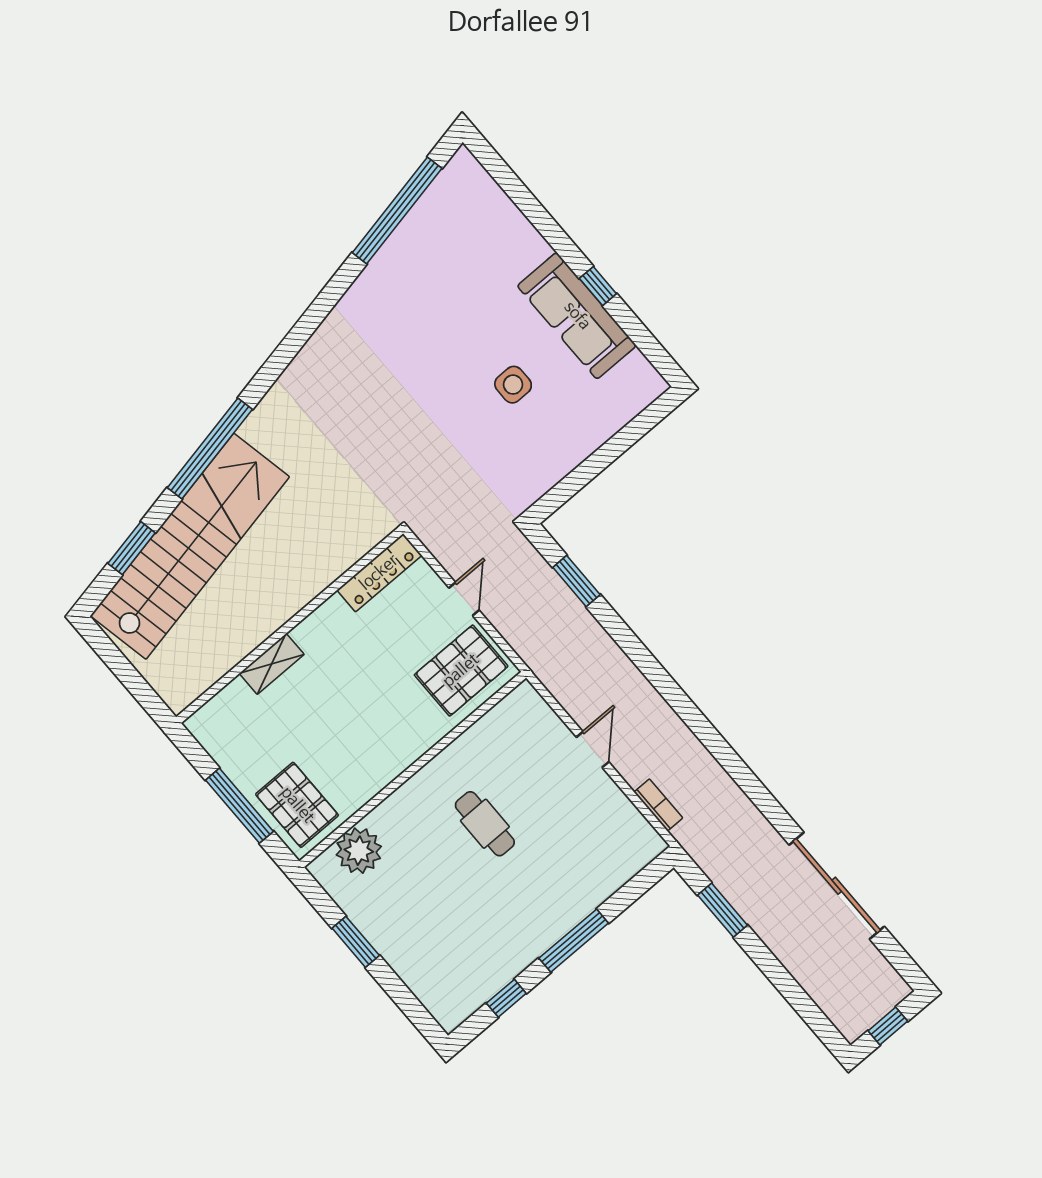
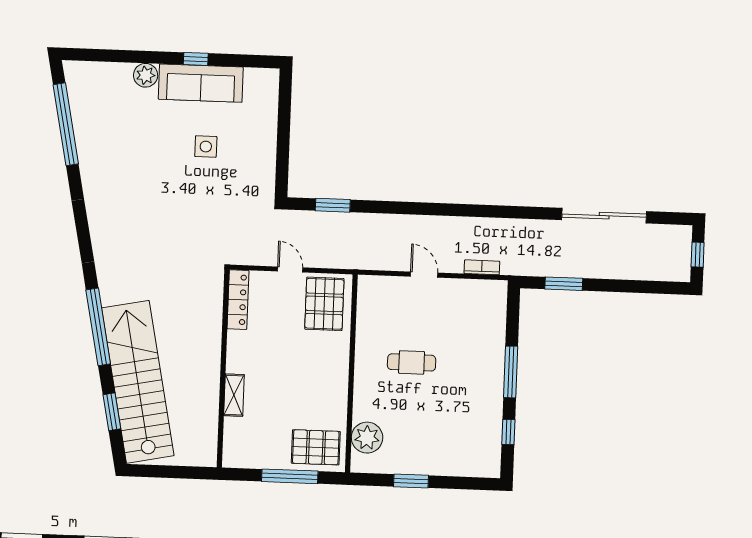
plant: (530, 248) -> (146, 75), added

